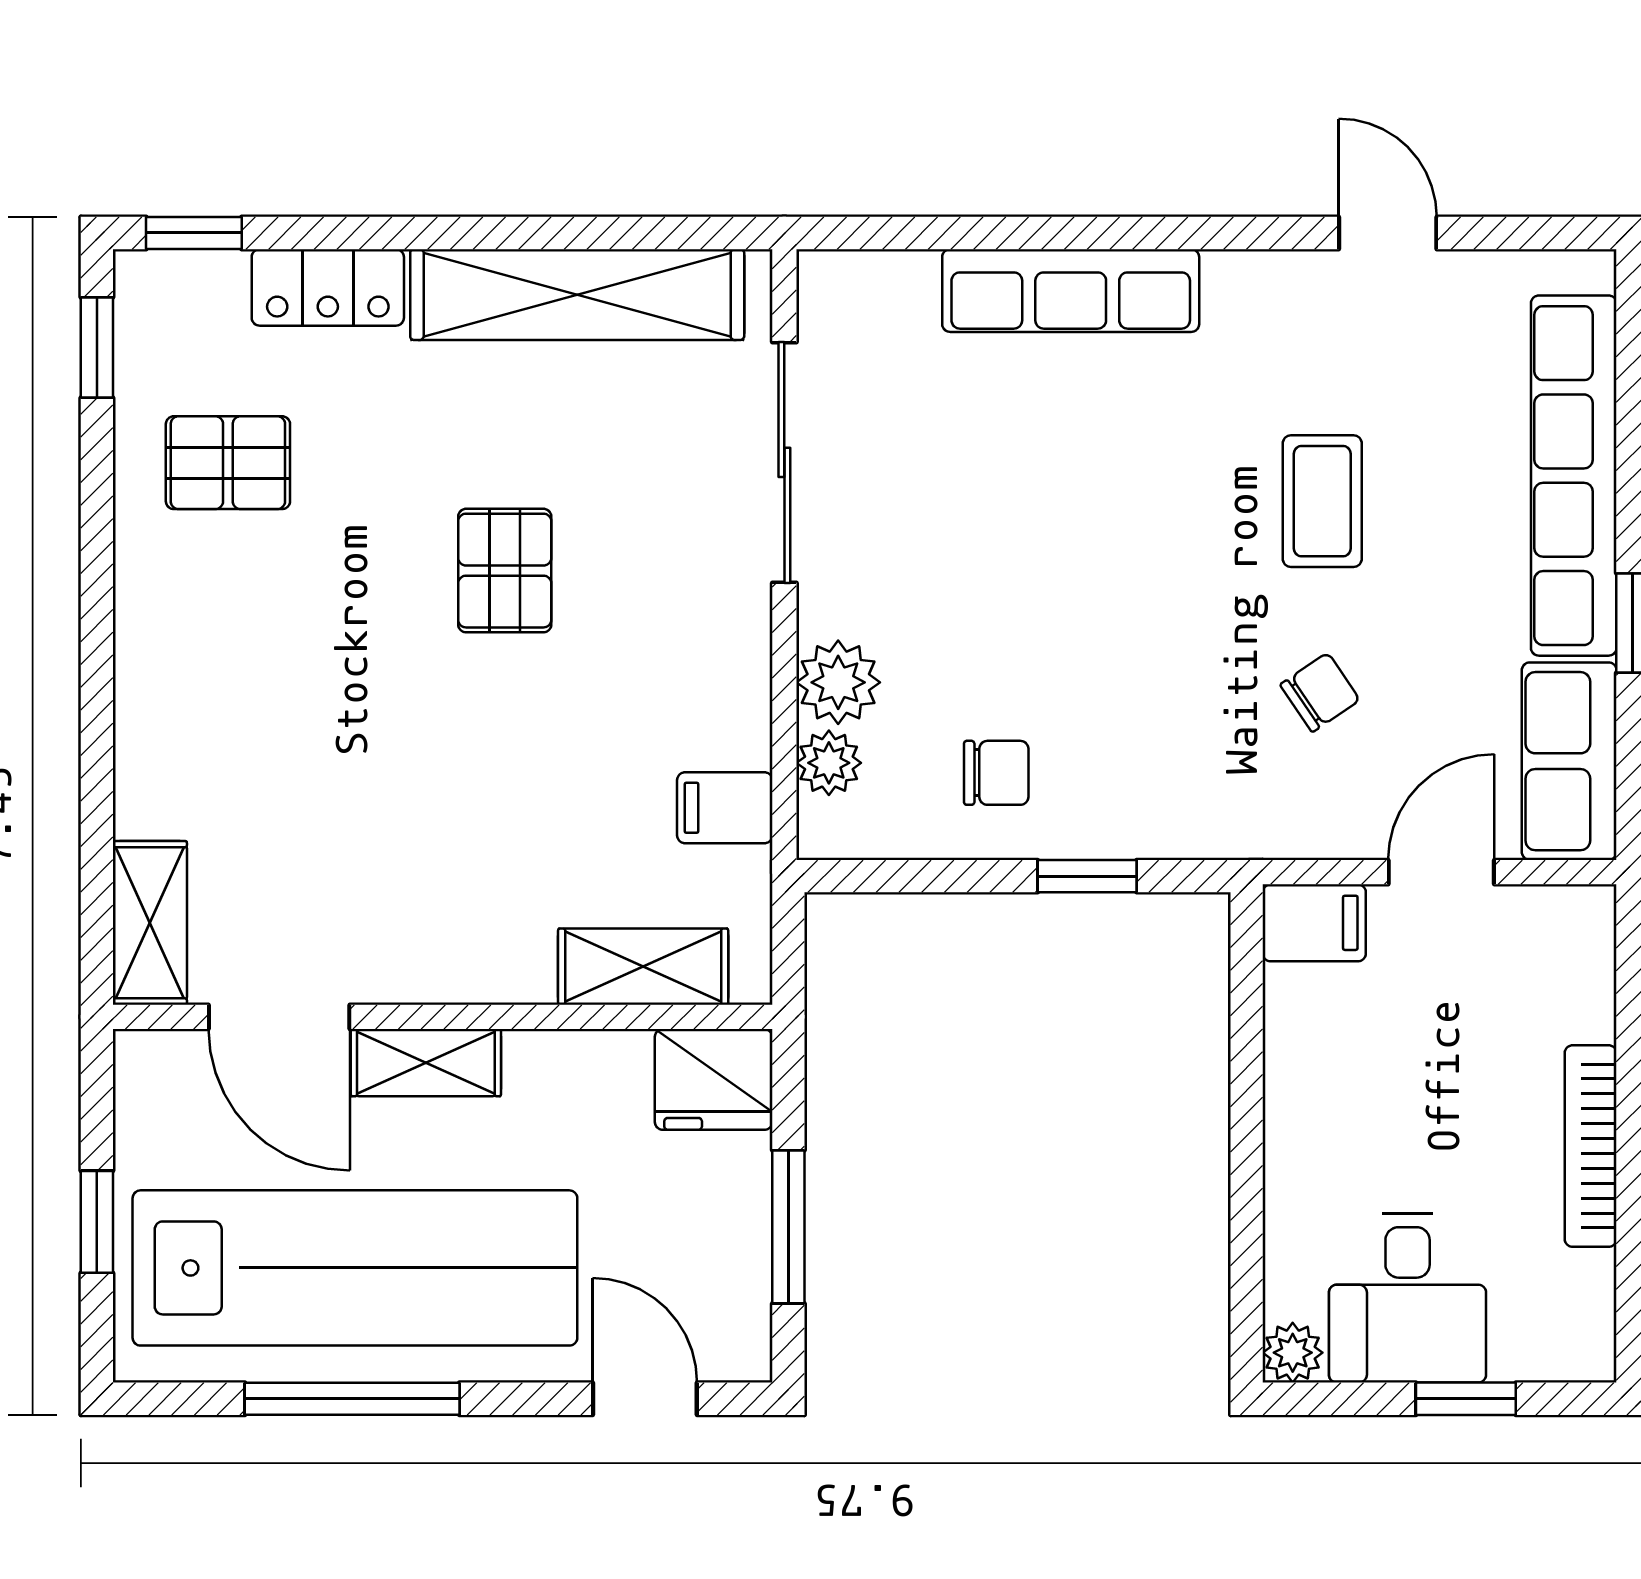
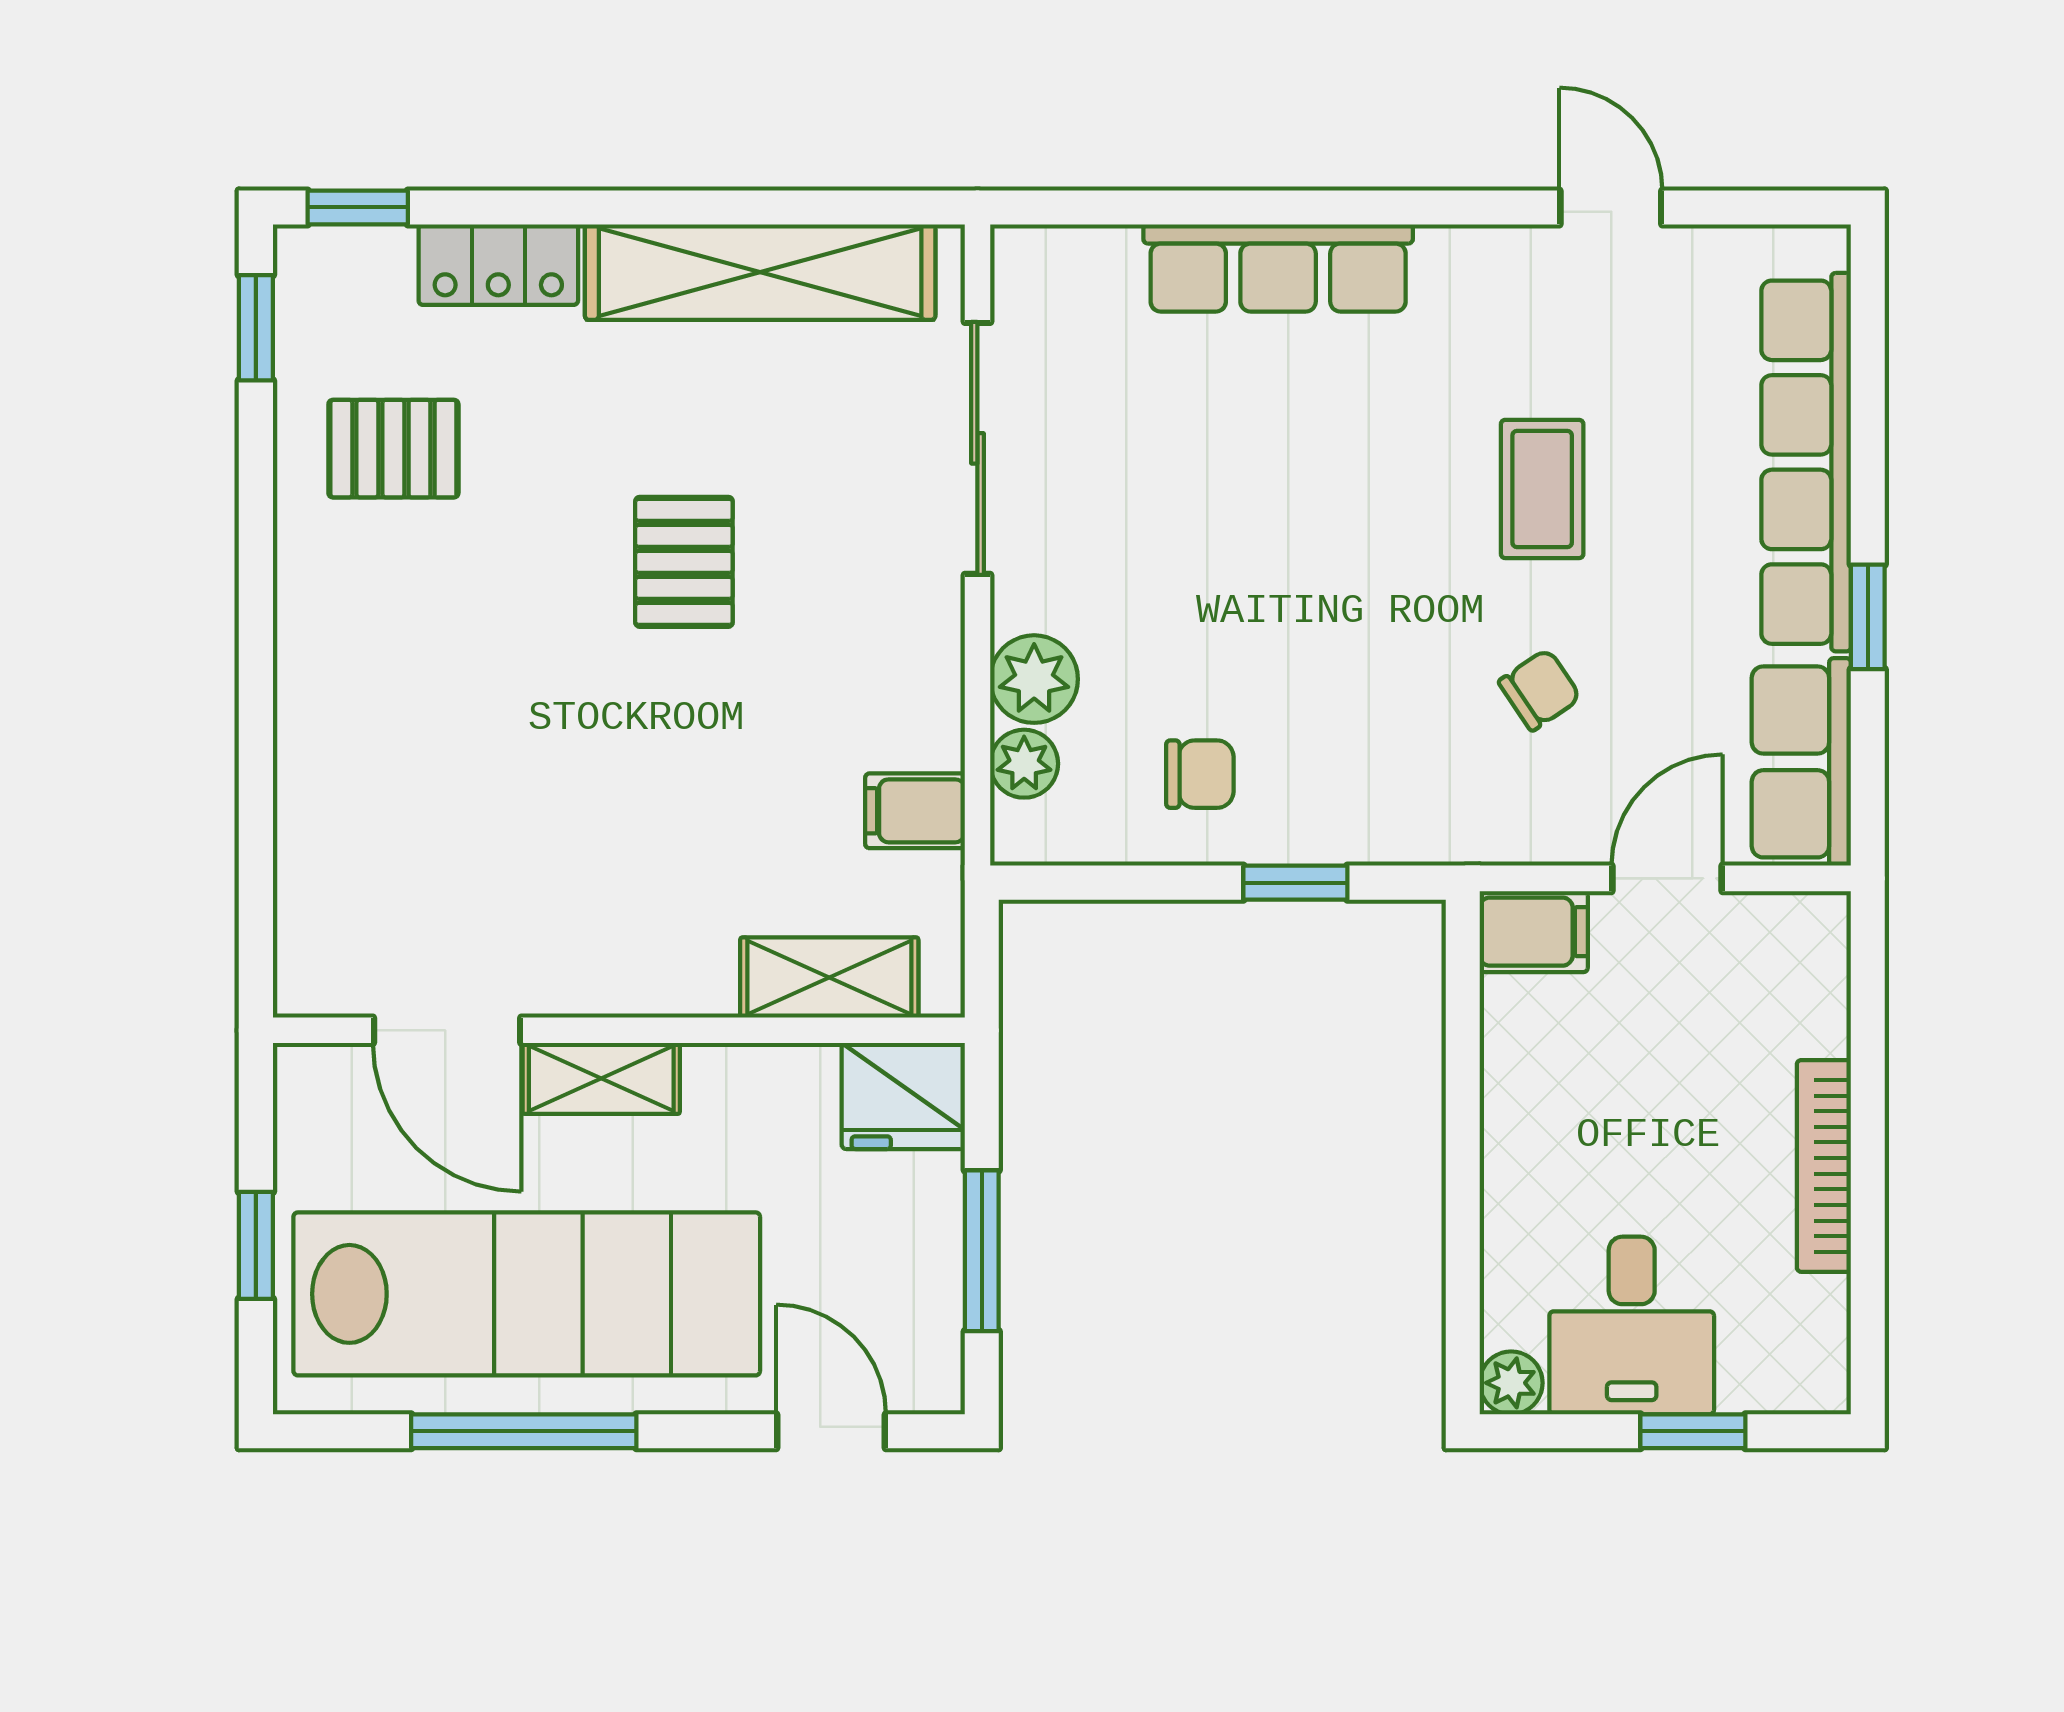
shelving: (150, 923) -> (311, 932), removed

